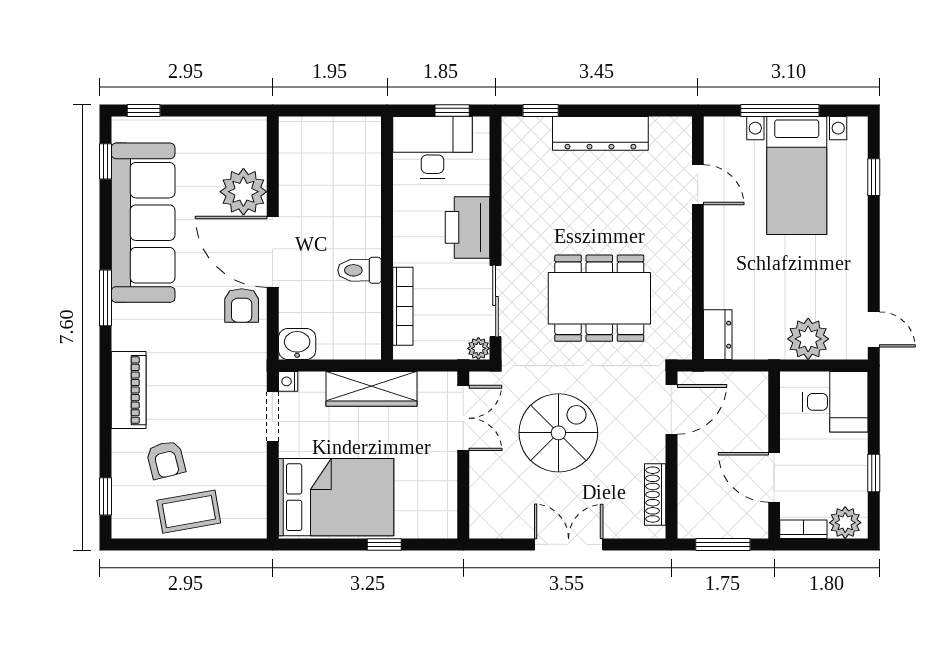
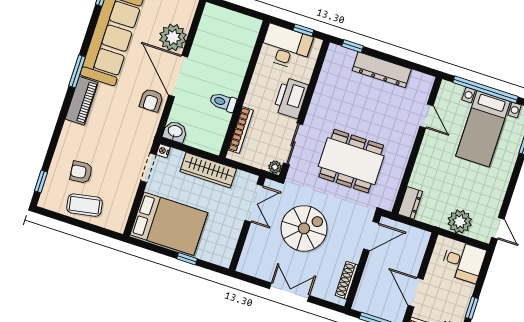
window: (780, 110) -> (485, 90), width x1.46
piano: (129, 390) -> (82, 101), moved
armchair: (166, 460) -> (81, 172), turned 98

